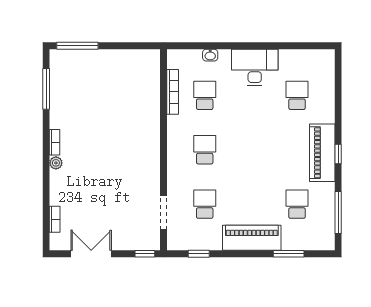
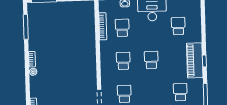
school desk: (251, 150) -> (151, 60), added

